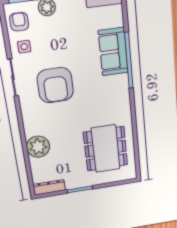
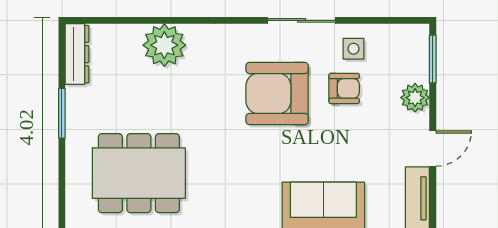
armchair: (19, 22) -> (344, 88), moved

